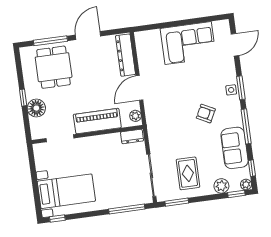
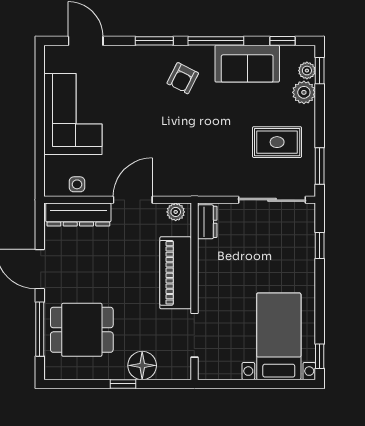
door: (139, 88) -> (133, 200), swing flipped
side table: (231, 90) -> (77, 184), moved
armchair: (206, 114) -> (183, 78), moved
plant: (246, 185) -> (307, 71), moved
window: (127, 209) -> (320, 246), width x0.46

